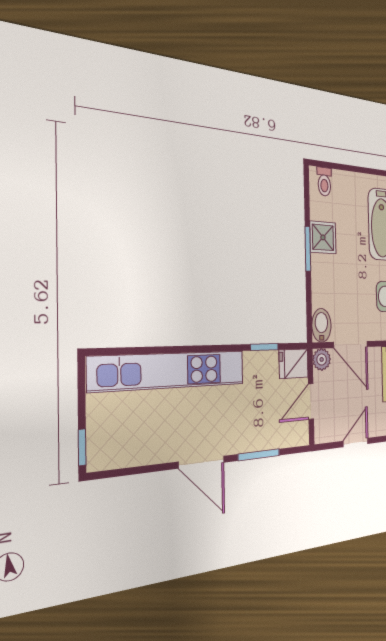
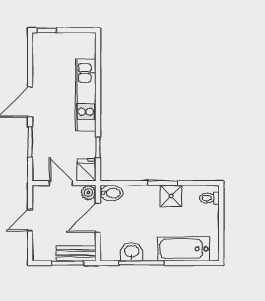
kitchen unit: (169, 371) -> (86, 95), width x0.73
door: (356, 442) -> (30, 220), swing flipped

